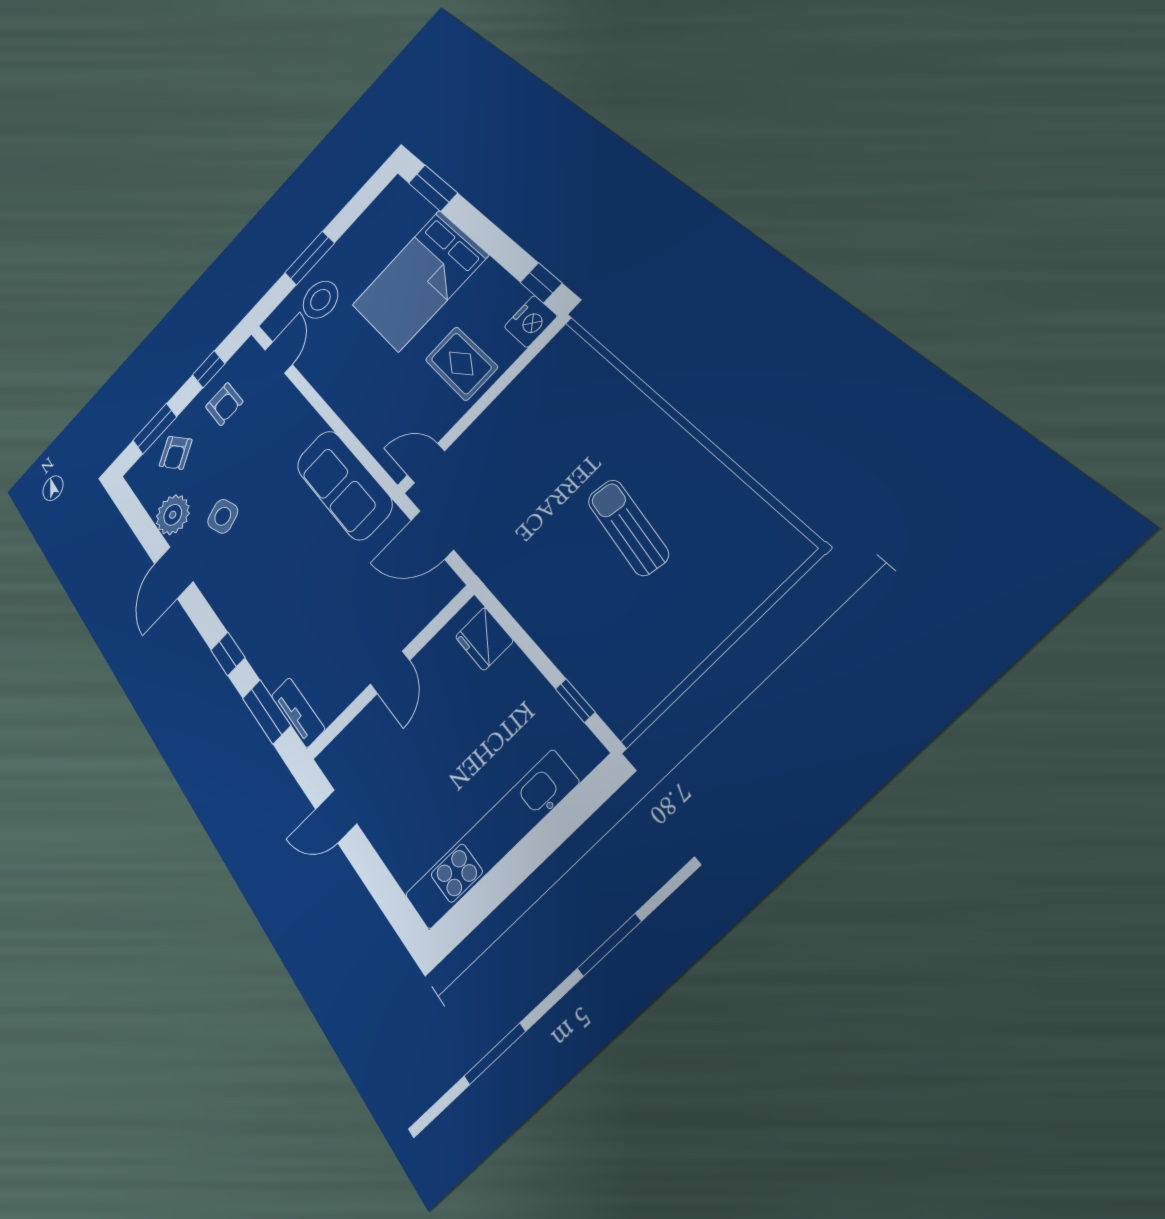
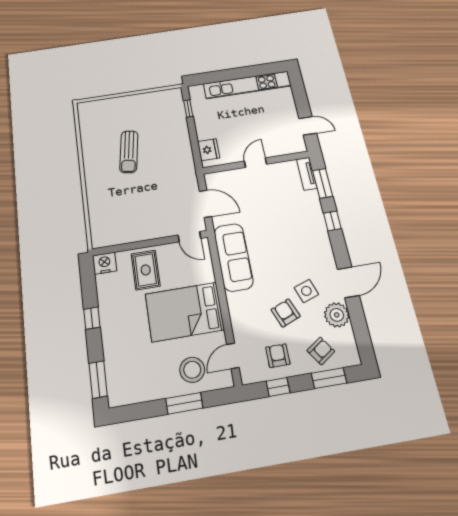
bed: (419, 281) -> (185, 312), moved, turned 180
window: (541, 283) -> (92, 318), moved
armchair: (237, 465) -> (286, 313), added

